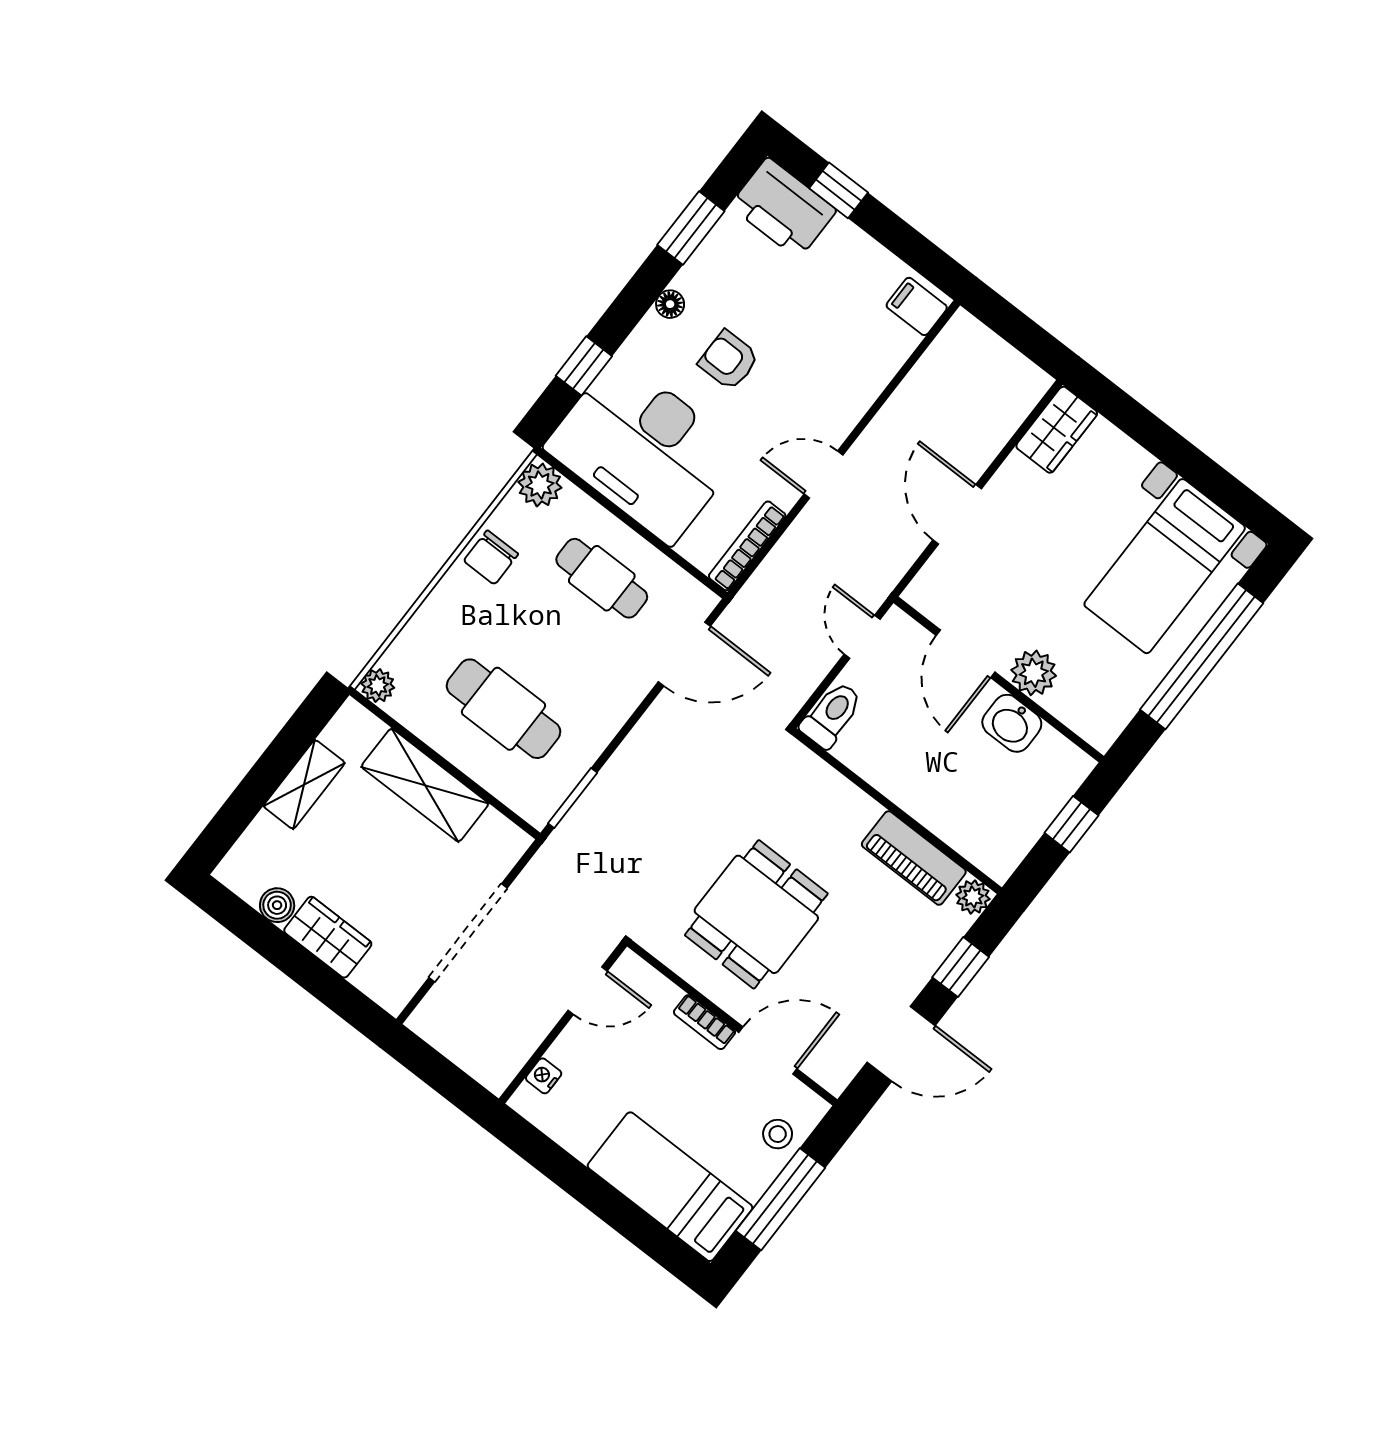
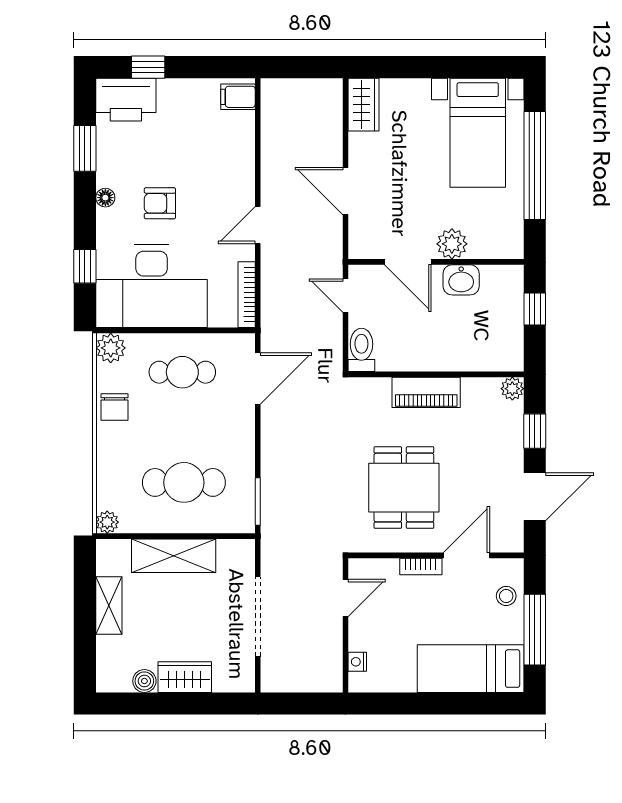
piano: (914, 858) -> (426, 392), moved

